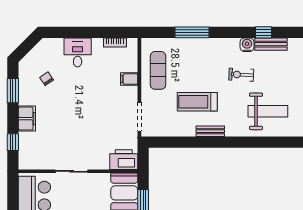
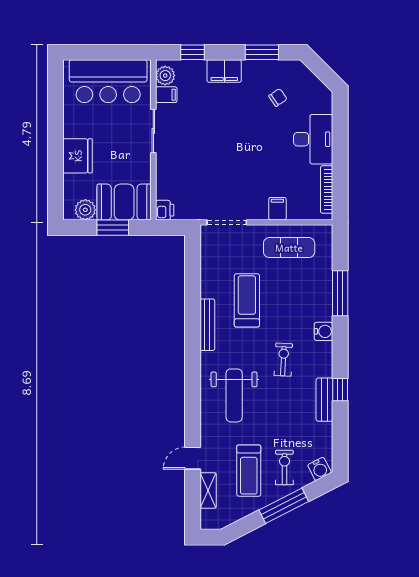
bookcase: (115, 43) -> (327, 190), width x1.56
water cooler: (247, 45) -> (324, 331), moved
desk: (78, 53) -> (313, 139), width x1.37
bench: (210, 131) -> (207, 325), width x1.36
printer: (124, 160) -> (165, 210), width x0.53, depth x0.68
plant: (30, 162) -> (165, 76), added
filing cabinet: (44, 162) -> (166, 95), added

